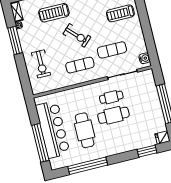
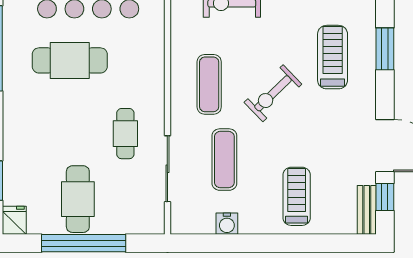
water cooler: (145, 58) -> (227, 224), moved
cafe table: (113, 115) -> (78, 199), moved

